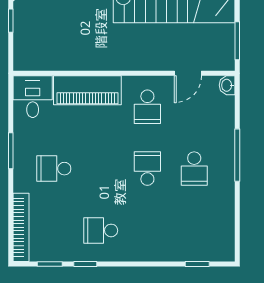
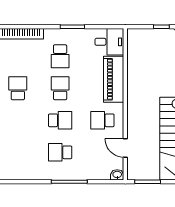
school desk: (54, 169) -> (60, 56), turned 180
school desk: (101, 169) -> (60, 88), added

